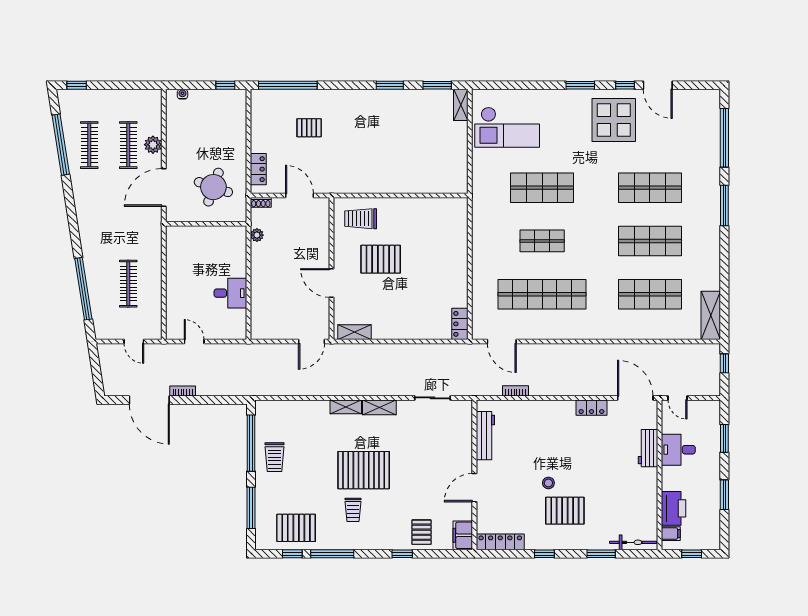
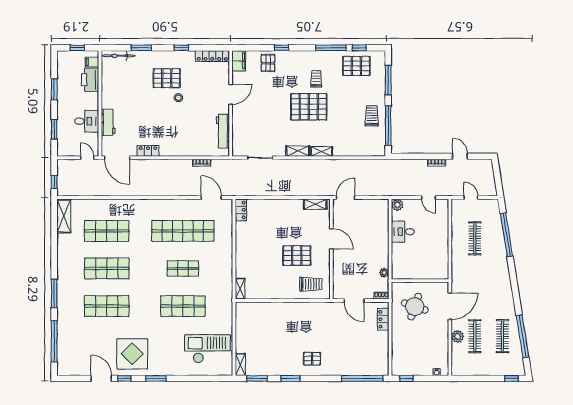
pallet: (309, 128) -> (312, 359), moved
shelving: (461, 212) -> (240, 289), added
plant: (238, 331) -> (397, 205), added
door: (149, 400) -> (460, 156), width x0.53

